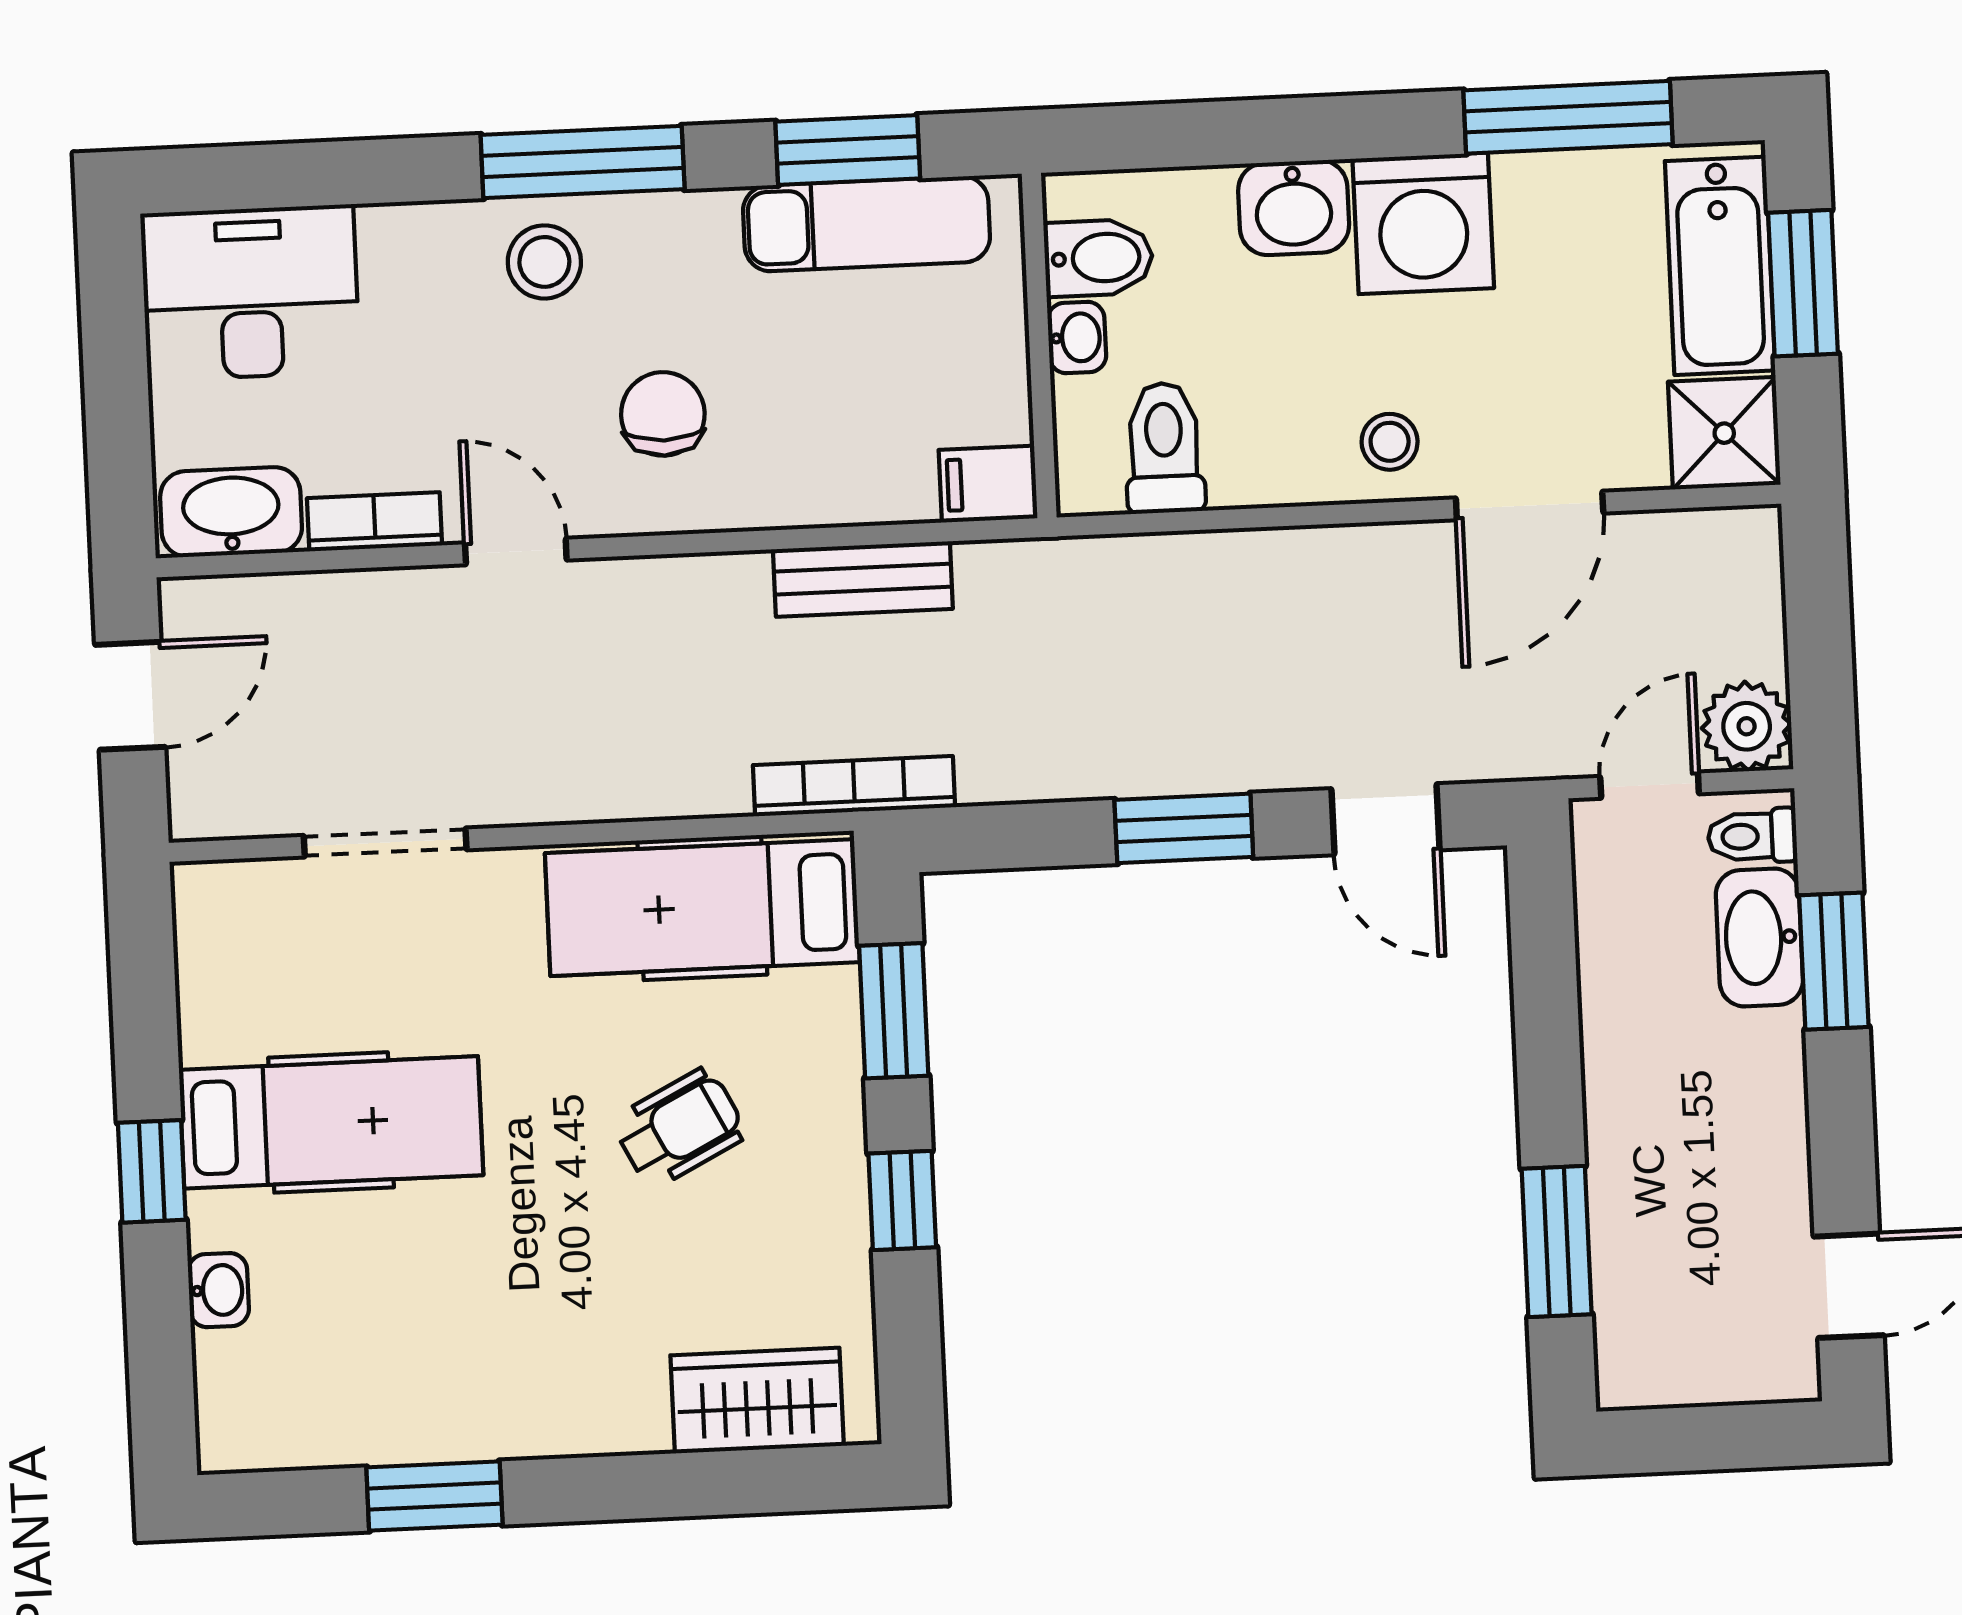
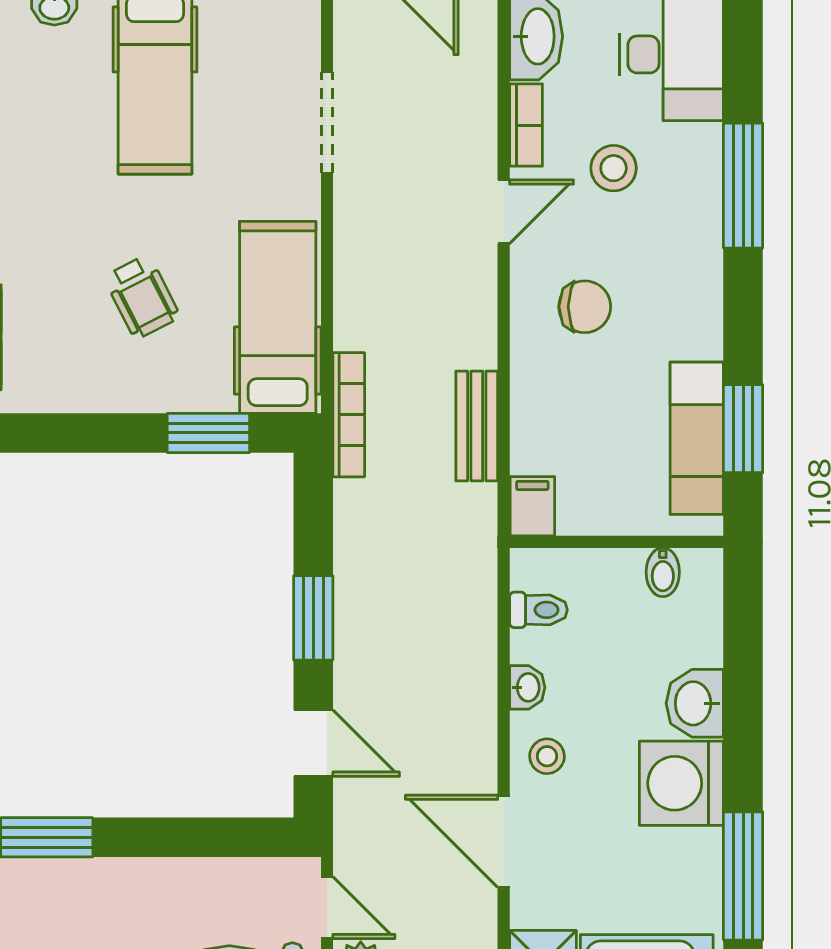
window: (583, 162) -> (743, 186), moved
bidet: (1099, 258) -> (663, 572), width x0.72, depth x0.74
stool: (544, 262) -> (614, 168), moved
washbasin: (1077, 338) -> (527, 687), moved, turned -90
toilet: (1164, 448) -> (538, 610), width x0.73, depth x0.72
door: (1386, 819) -> (313, 743), swing flipped
window: (902, 1200) -> (91, 433), removed

